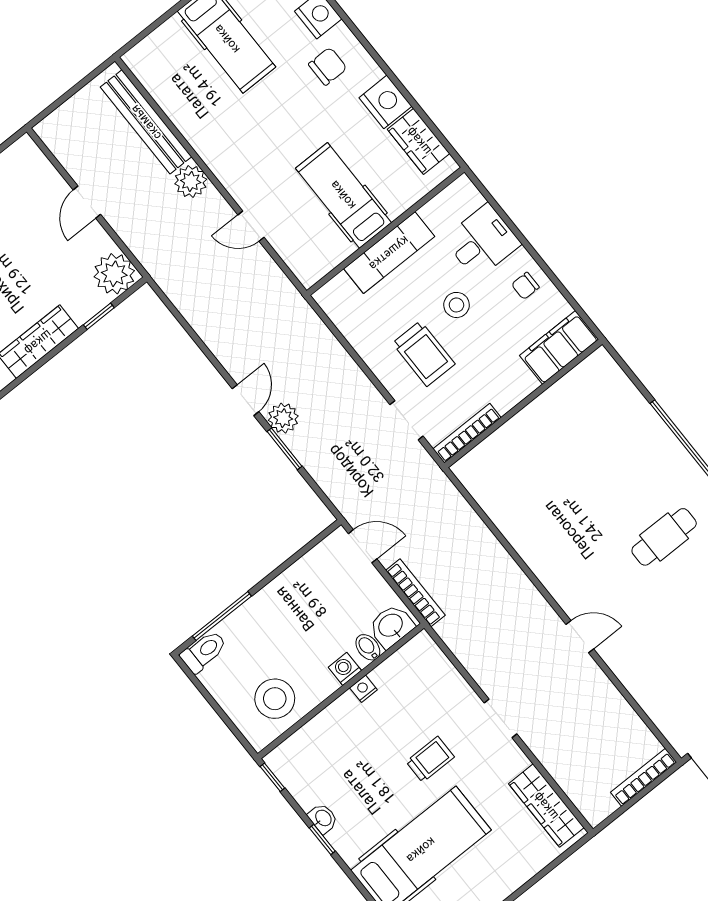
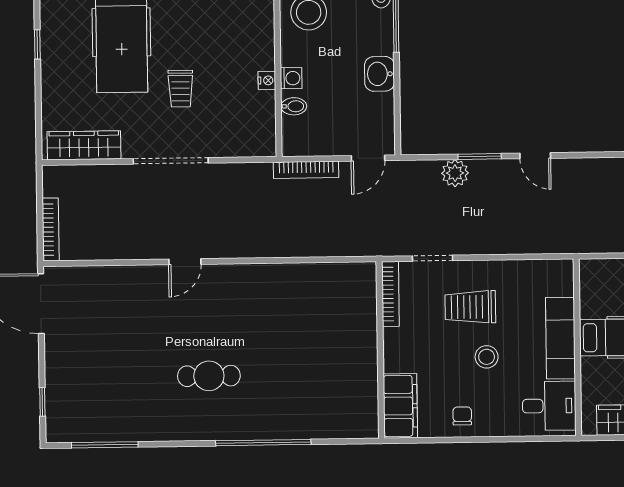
desk: (482, 241) -> (549, 406), moved, turned -90
plant: (283, 418) -> (455, 173), moved
cafe table: (664, 537) -> (209, 376), turned 90
washbasin: (391, 626) -> (379, 74), moved, turned 180
doorway: (501, 718) -> (171, 161), width x1.87

